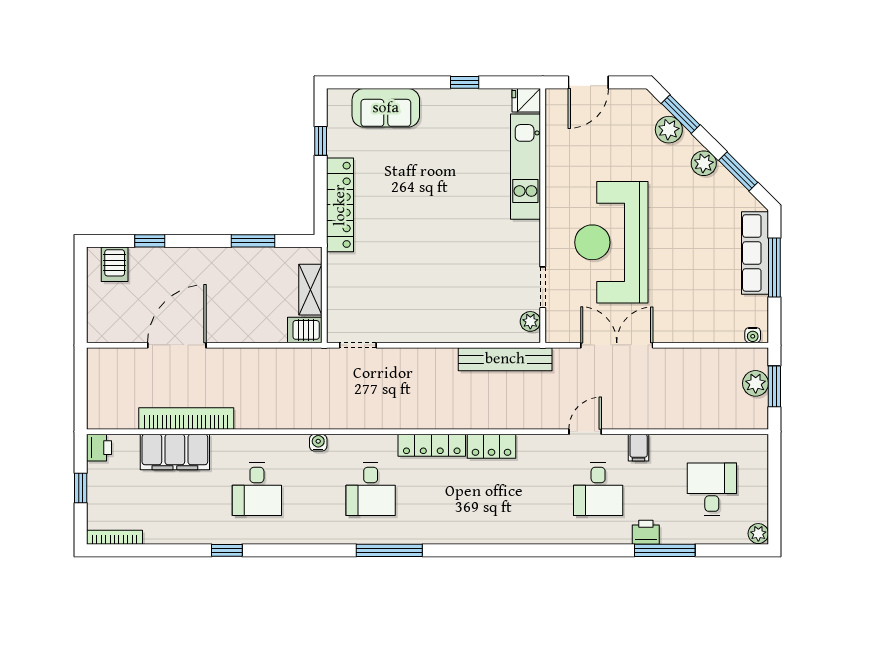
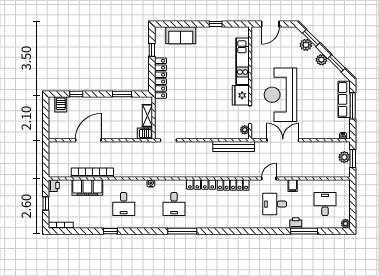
fridge: (526, 100) -> (241, 95), moved, width x1.88, depth x1.34
locker: (492, 446) -> (233, 185), width x1.53
desk: (598, 489) -> (275, 204), turned 90

